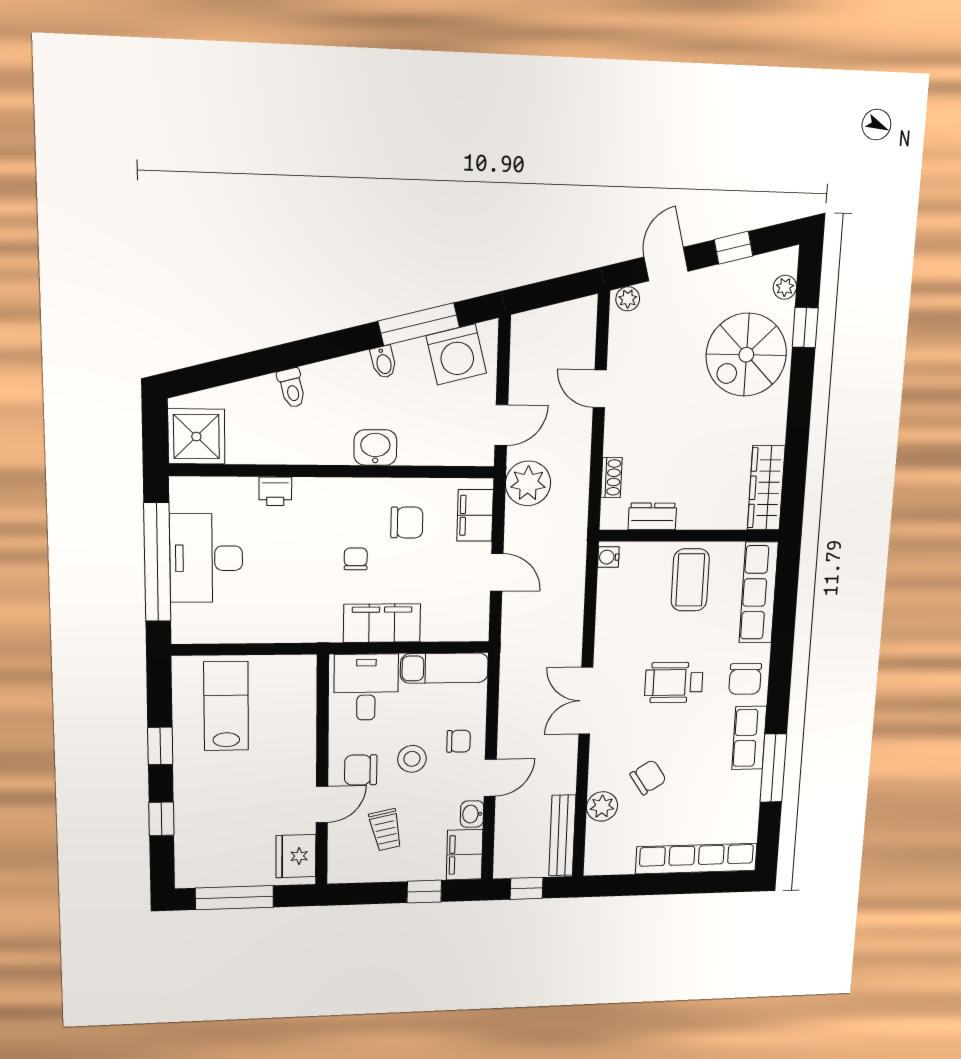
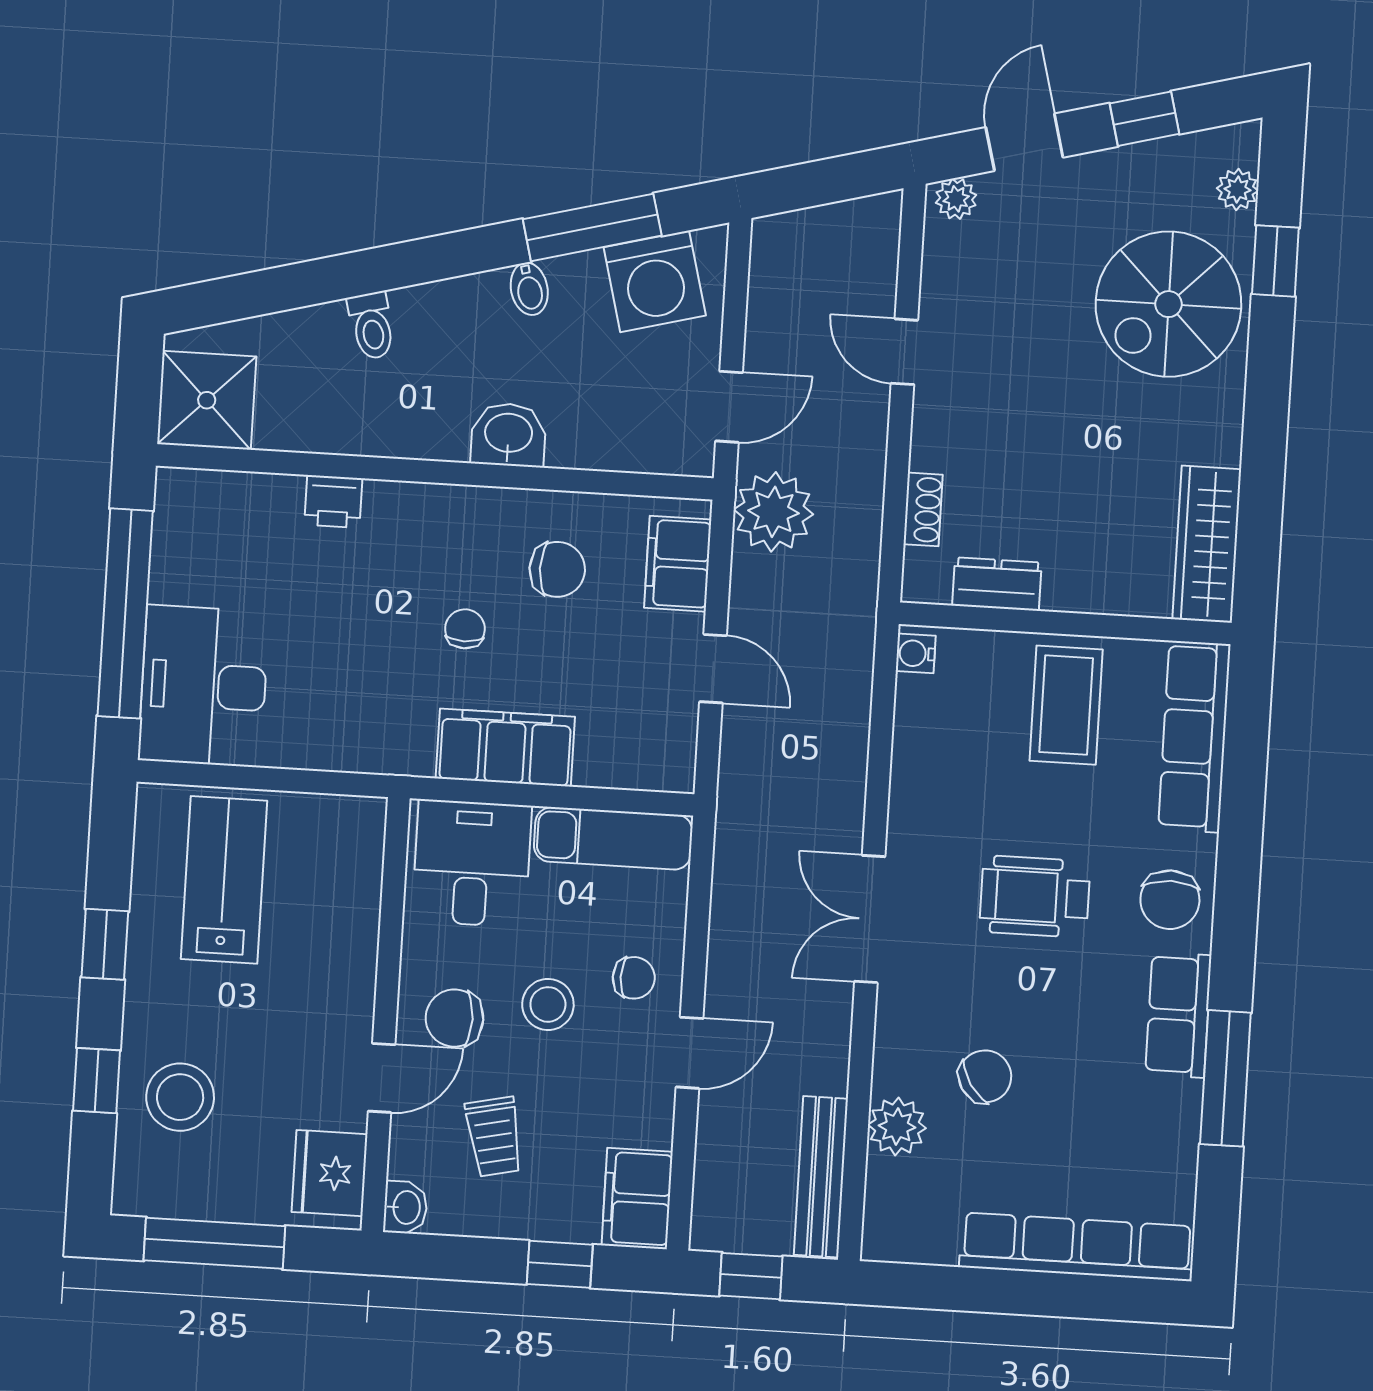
desk: (206, 558) -> (204, 686), moved
washbasin: (472, 814) -> (405, 1207), moved, turned 180
stool: (210, 824) -> (180, 1097), added

